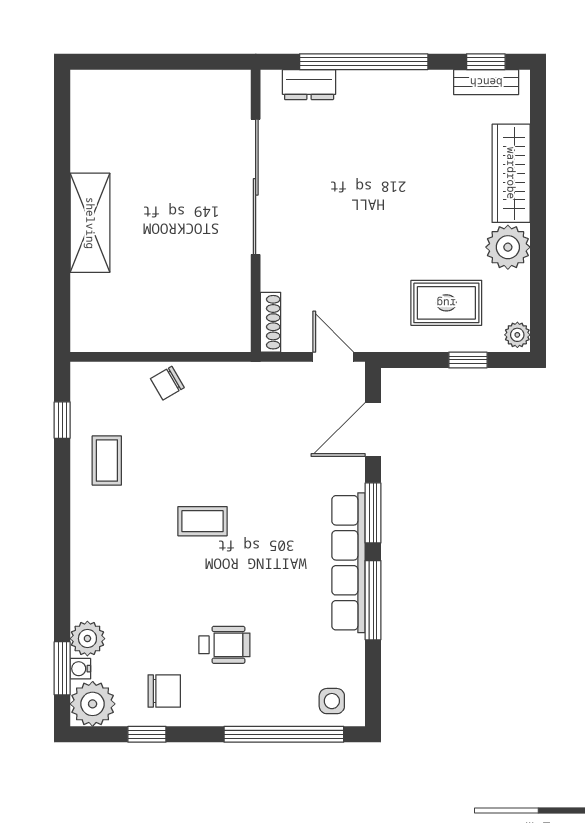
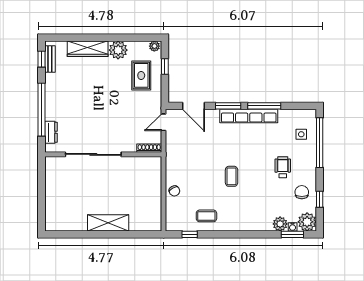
side table: (332, 701) -> (301, 134), moved

